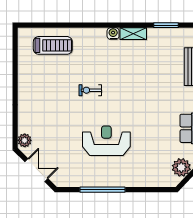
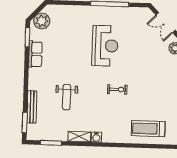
weight bench: (149, 79) -> (67, 97), added
reception desk: (106, 141) -> (105, 46), turned -90

